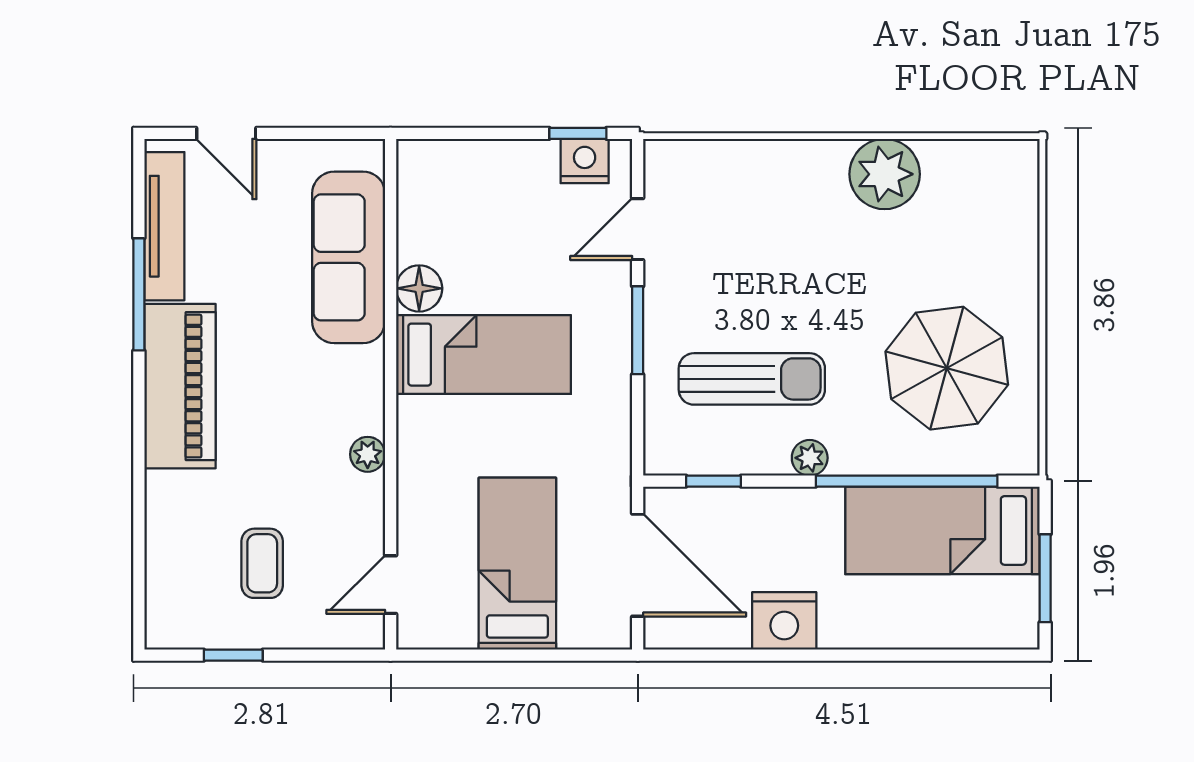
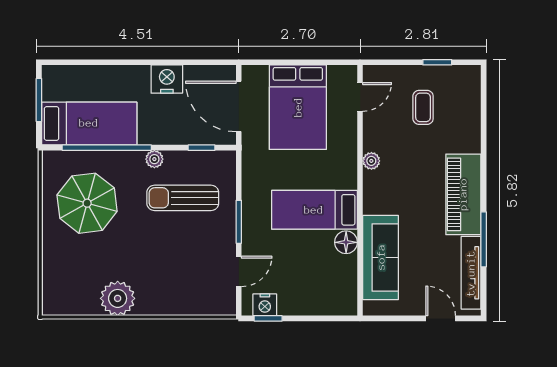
bed: (517, 564) -> (298, 107), width x1.50

